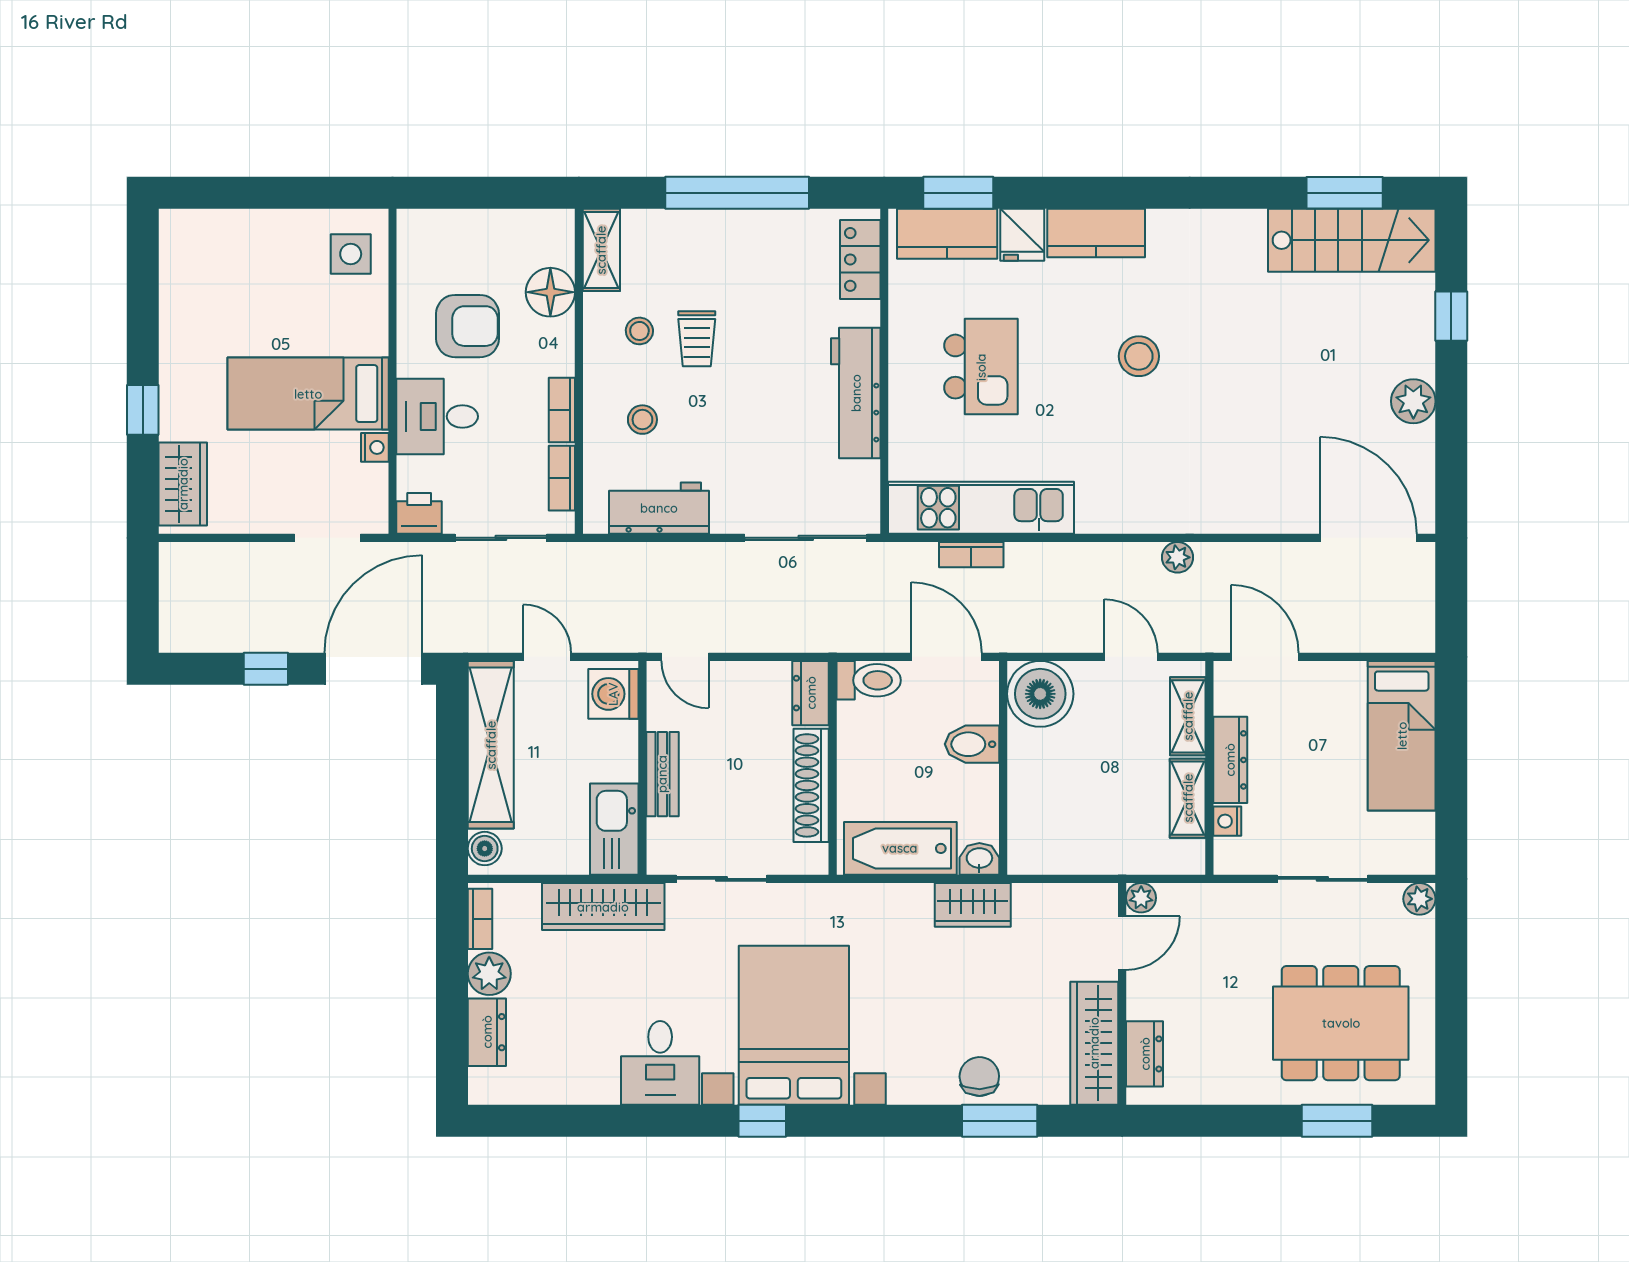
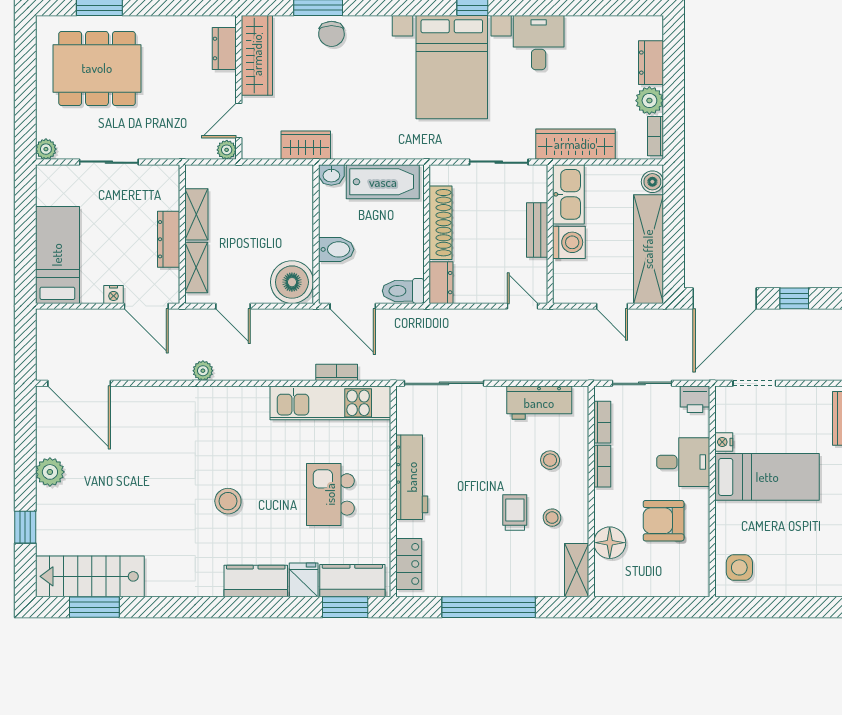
washing machine: (613, 694) -> (569, 242), moved
nightstand: (1227, 821) -> (113, 295), moved, turned 90
wardrobe: (973, 905) -> (306, 145), moved

